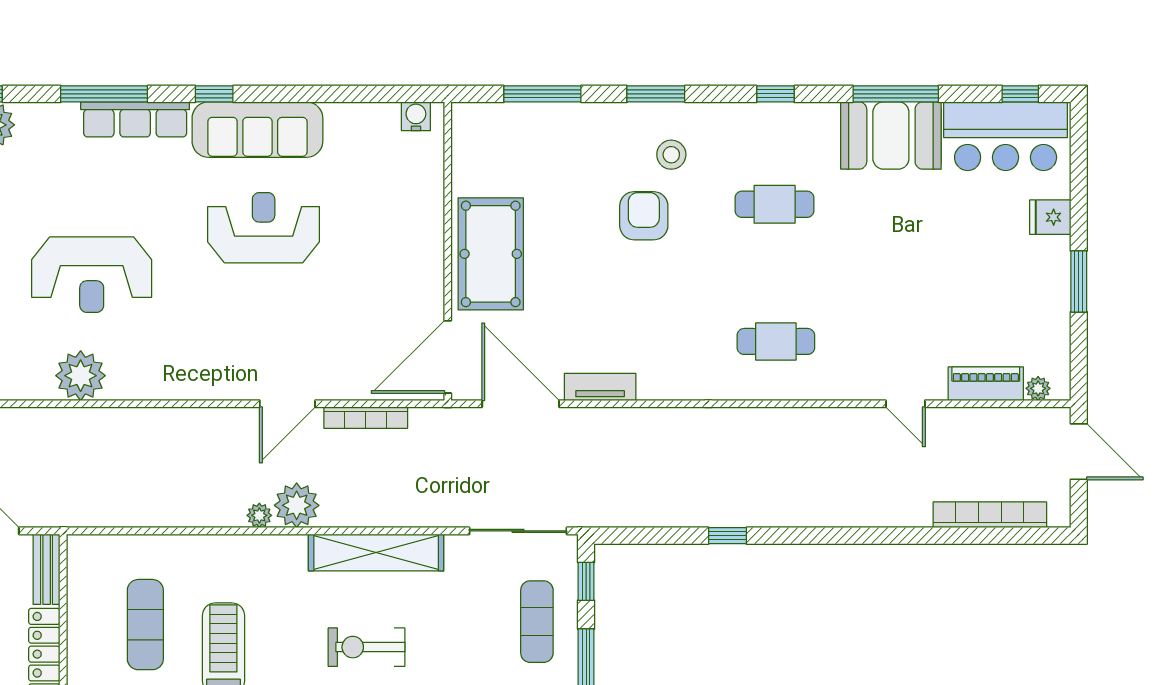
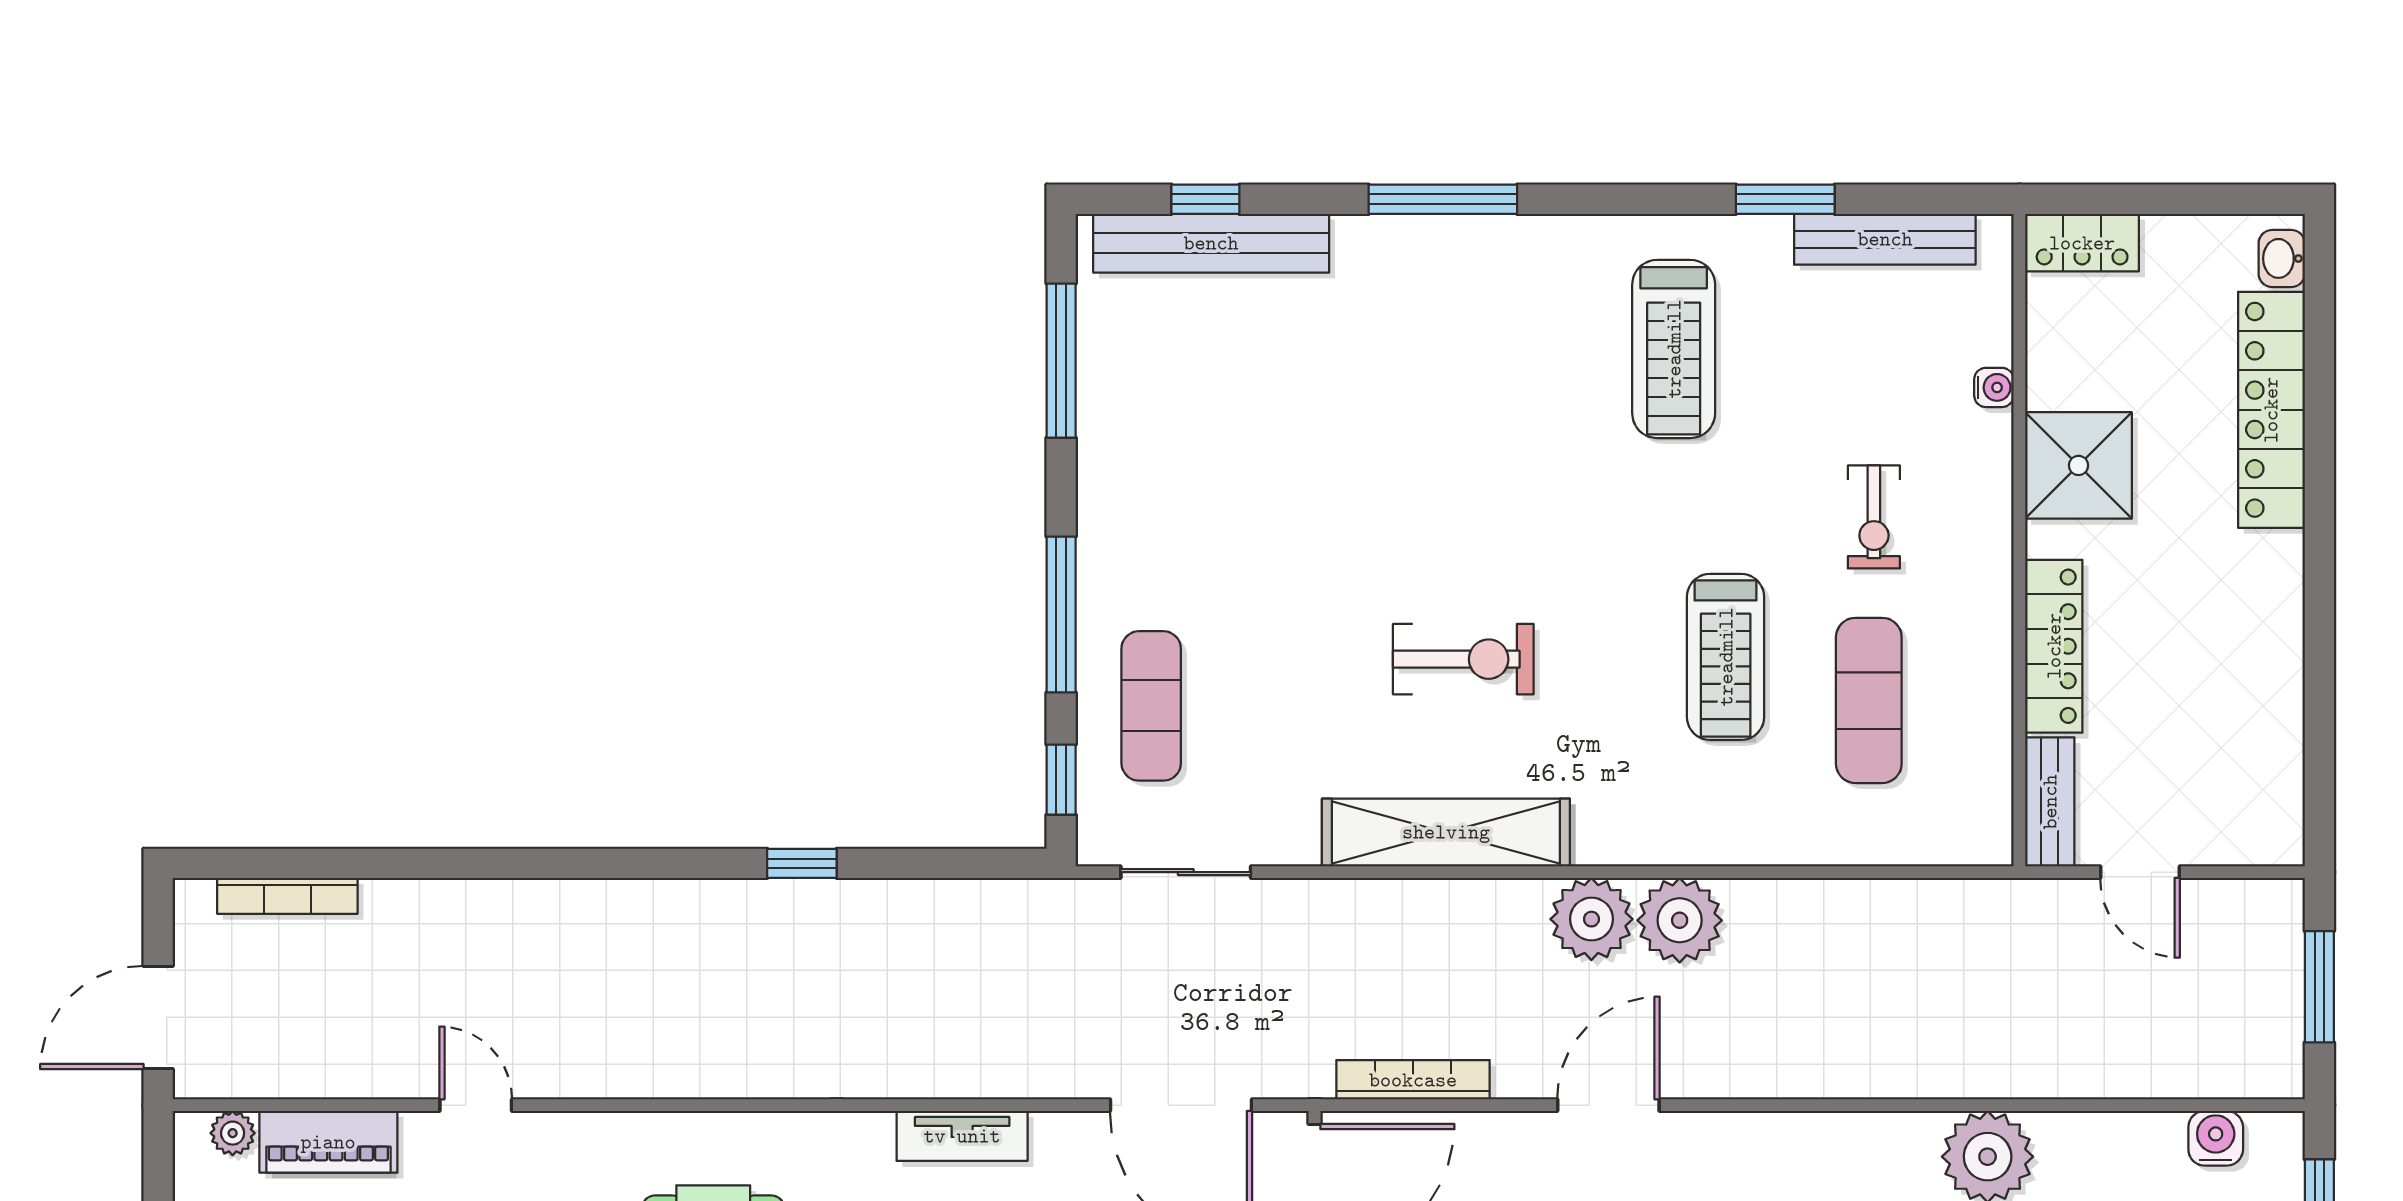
tv unit: (600, 387) -> (962, 1136), moved
bookcase: (366, 418) -> (1413, 1080), moved
door: (1079, 452) -> (158, 1017), hinge flipped
plant: (259, 515) -> (1680, 920), width x1.87, depth x1.87
bookcase: (990, 515) -> (287, 896), width x0.68, depth x0.76
sliding door: (518, 531) -> (1186, 872), width x0.73

